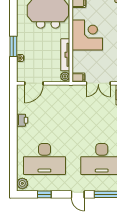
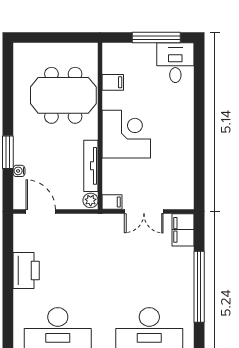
door: (34, 83) -> (41, 211), swing flipped
printer: (22, 120) -> (26, 270), width x1.87, depth x1.48

